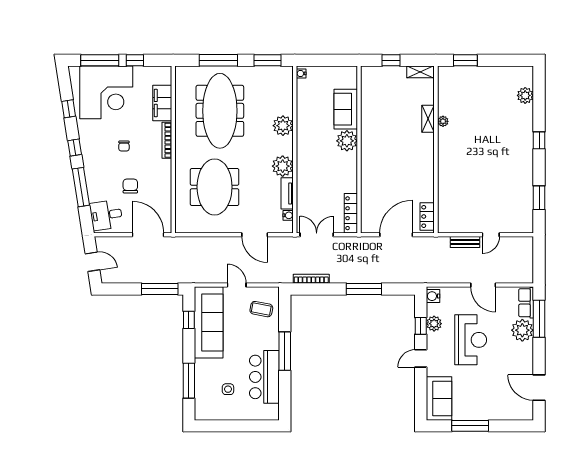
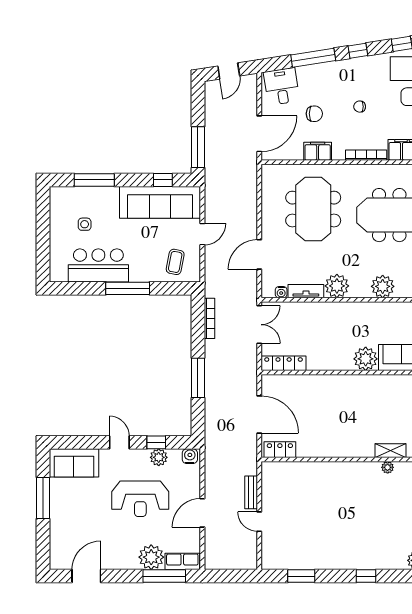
filing cabinet: (163, 183) -> (318, 151), added
meeting table: (215, 187) -> (313, 209), turned 90

